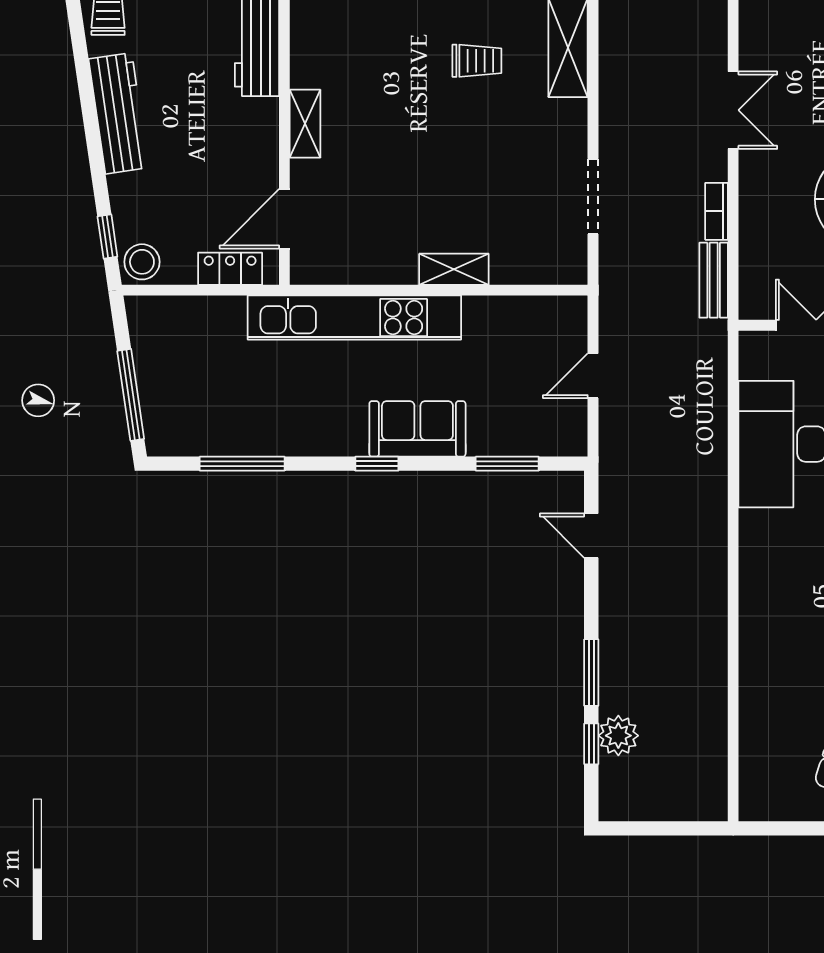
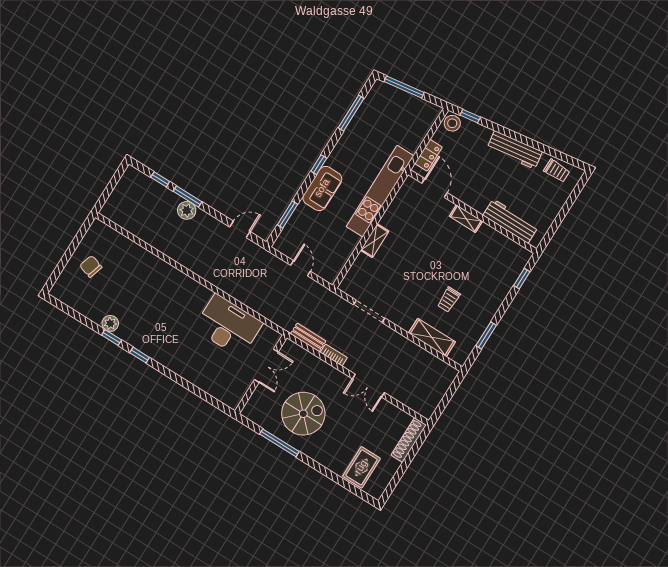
plant: (618, 736) -> (187, 210), moved

